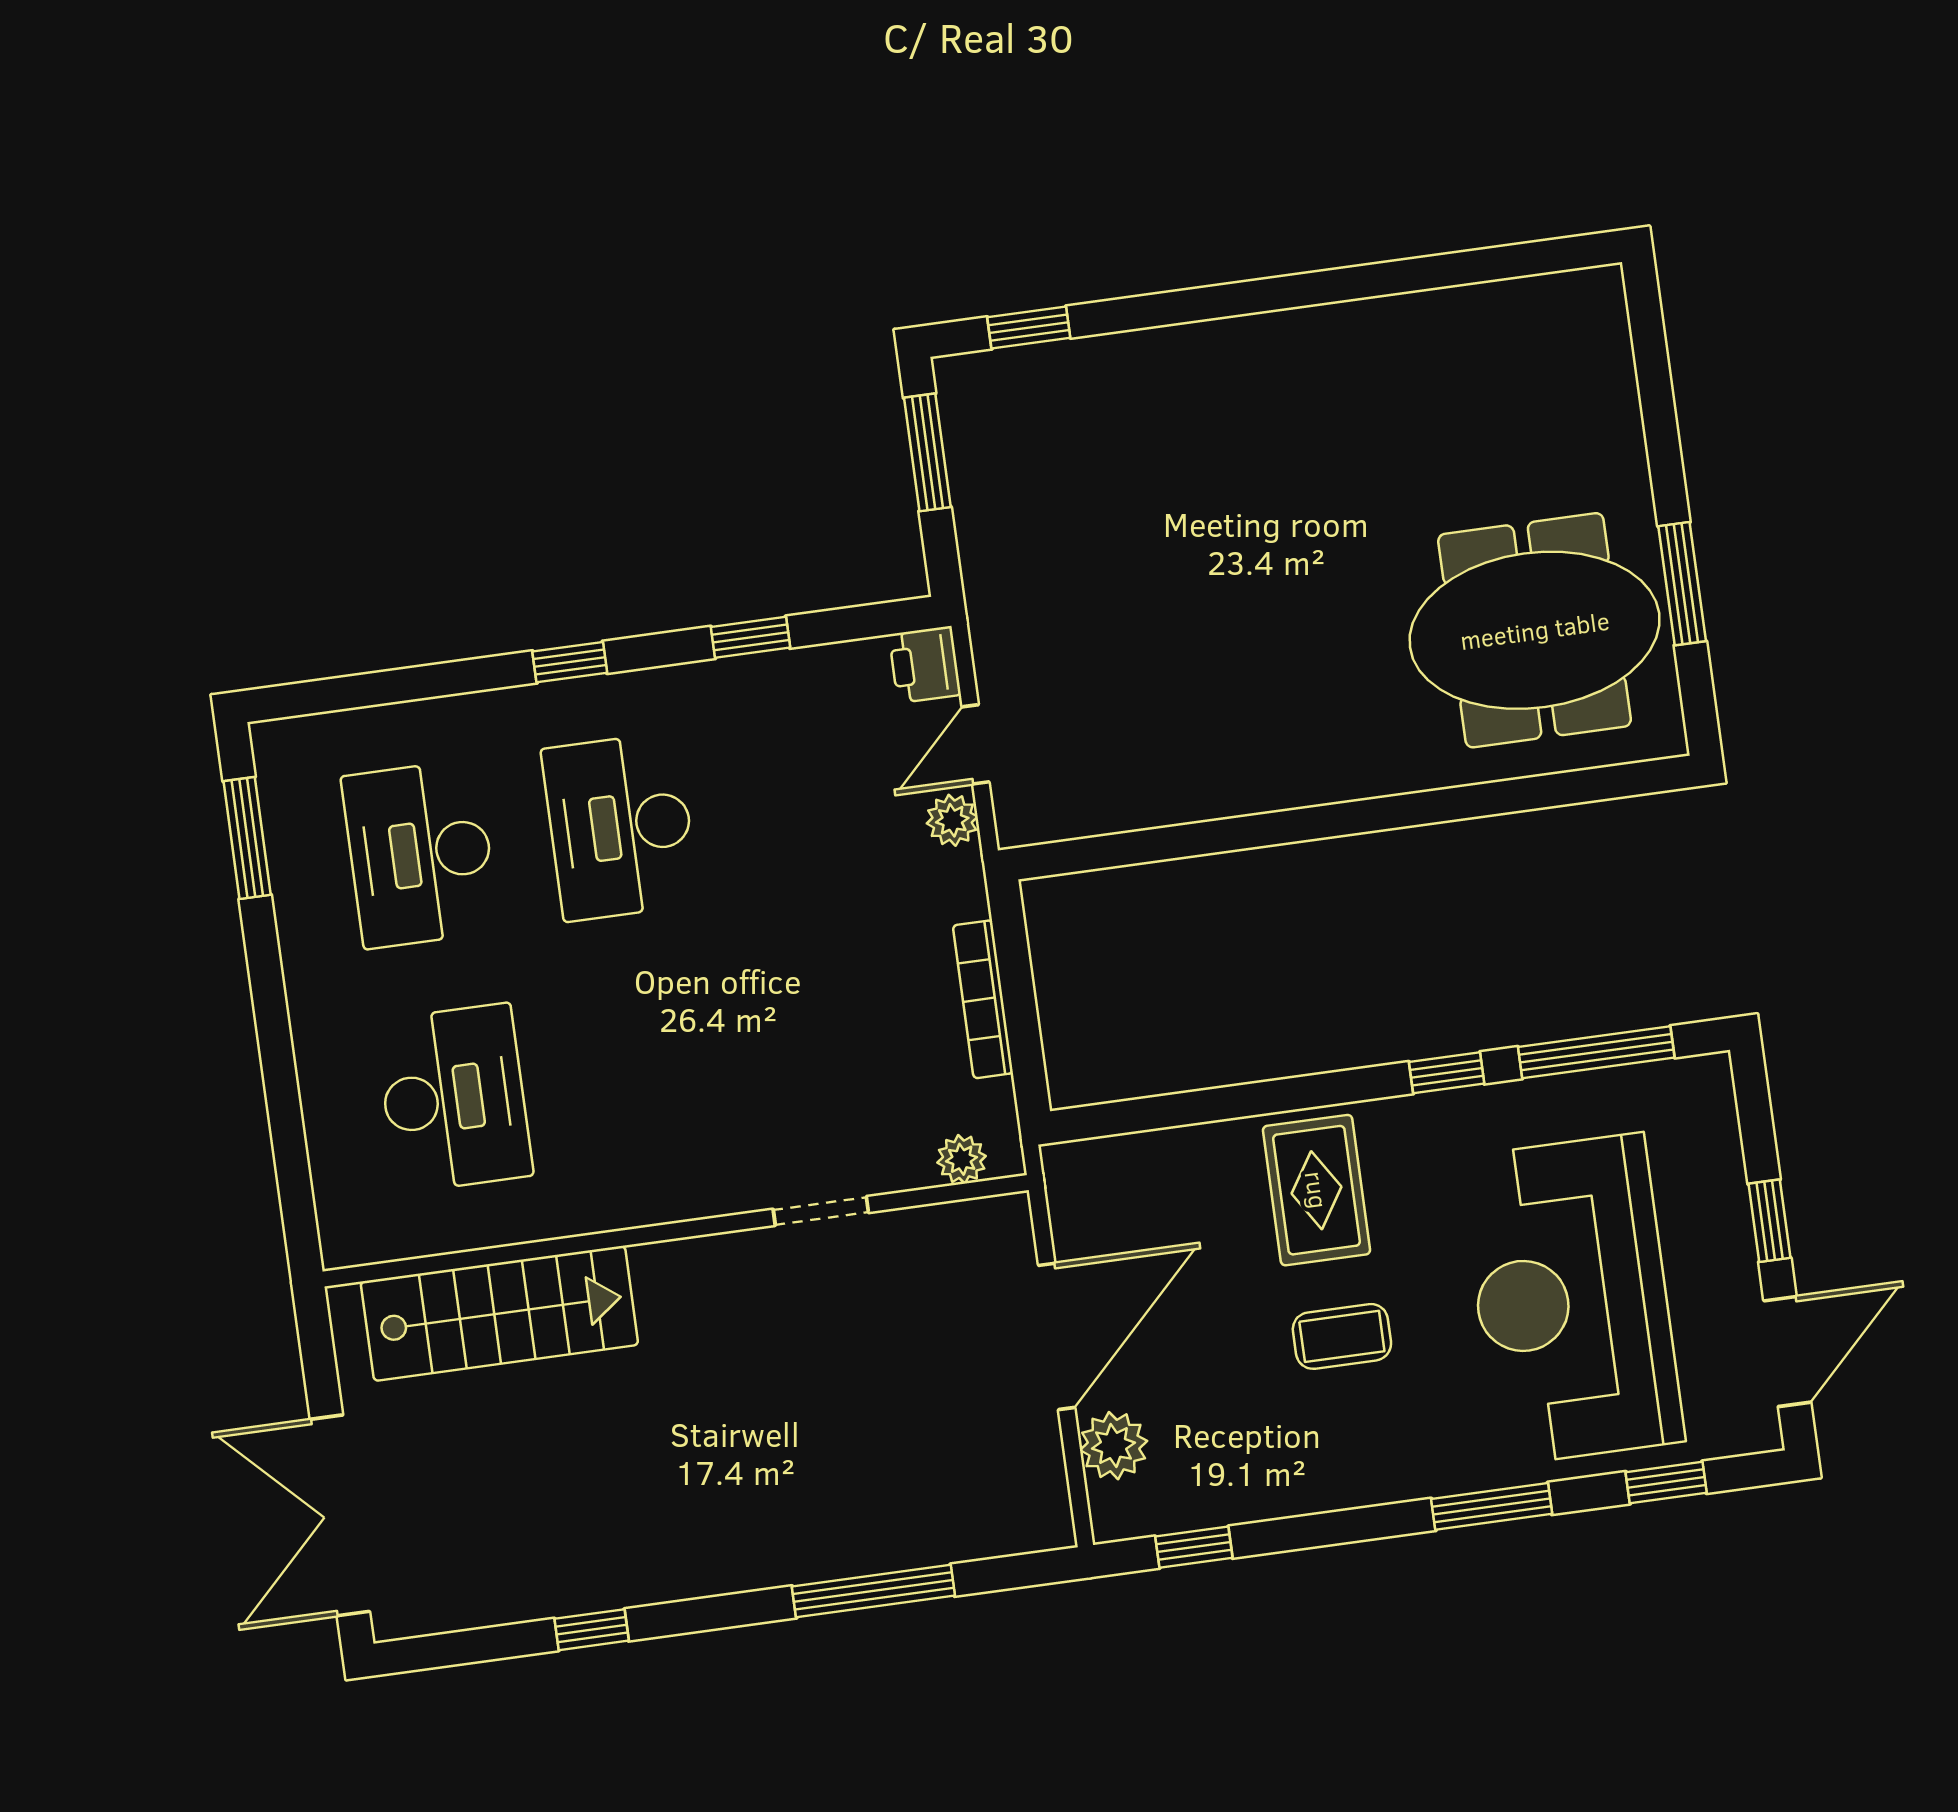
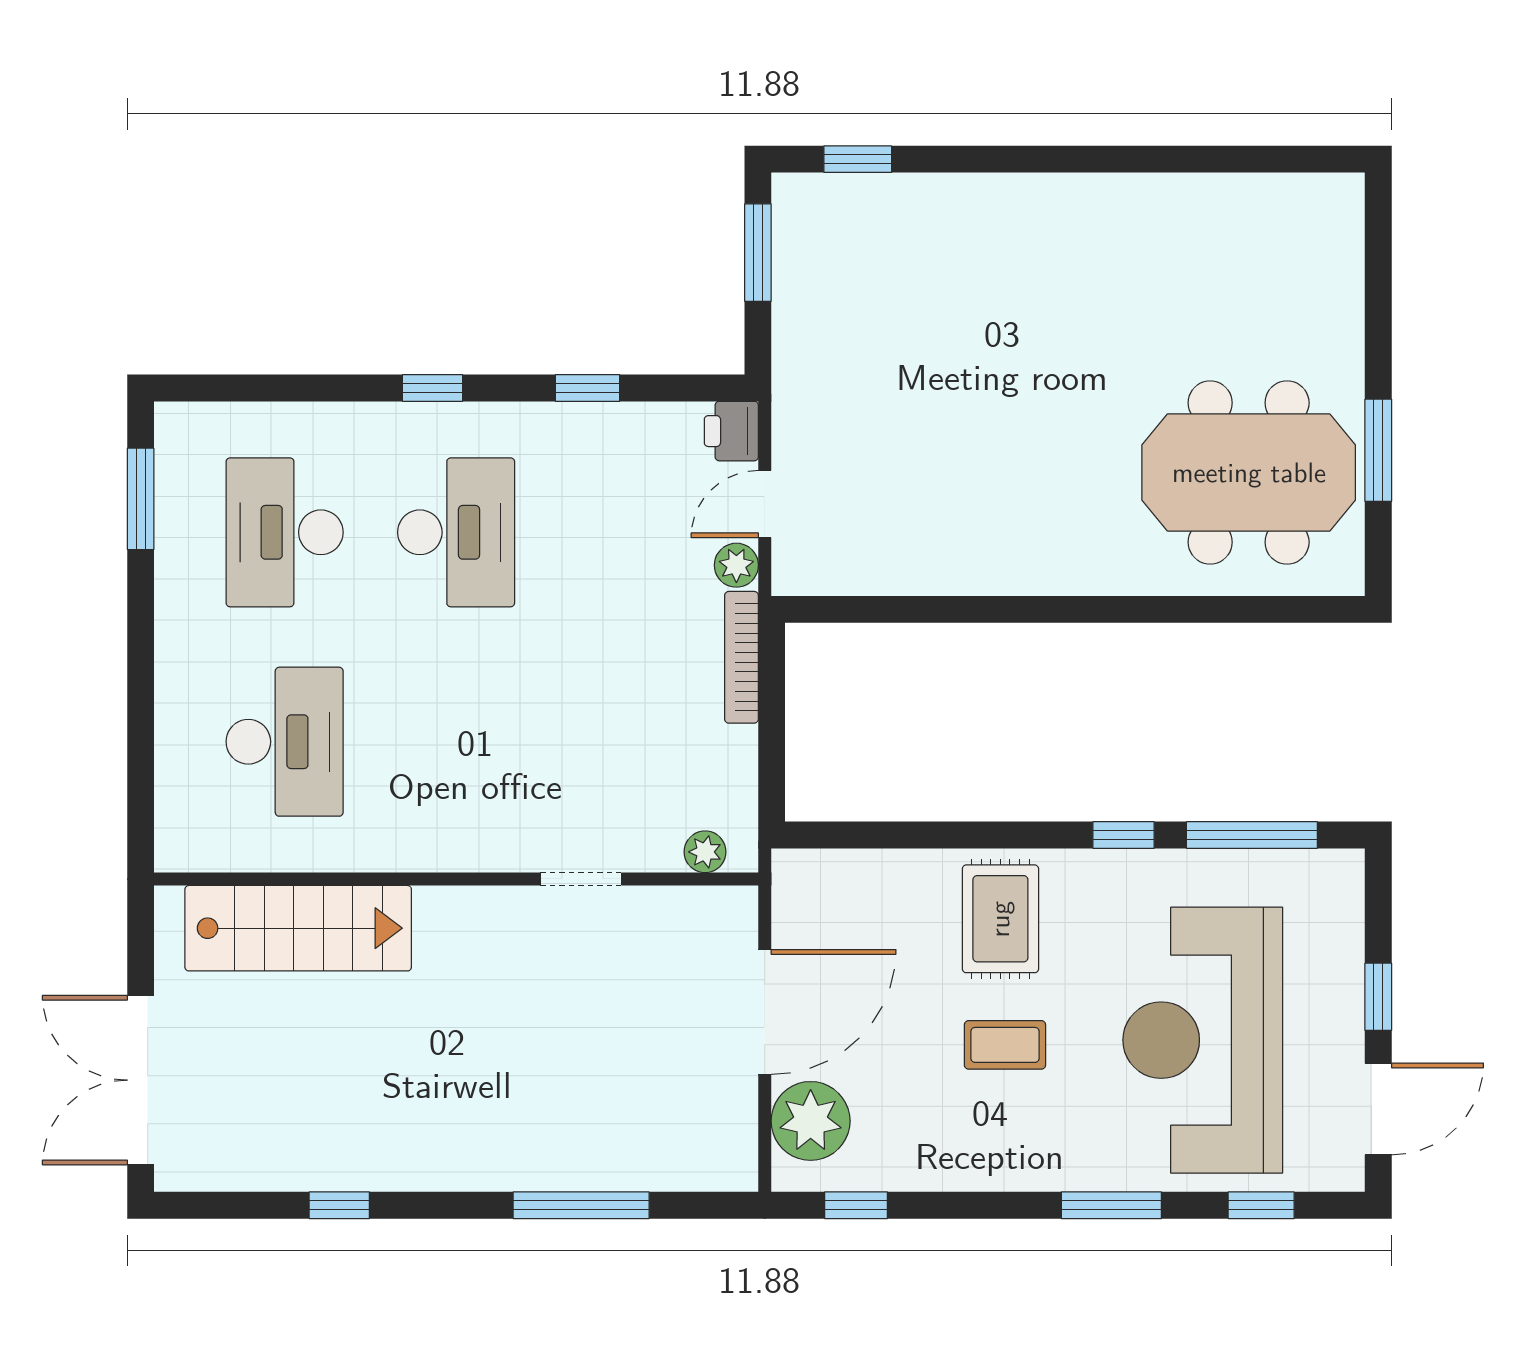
desk: (620, 827) -> (456, 532), turned 180
bookcase: (983, 999) -> (742, 657), moved
plant: (1114, 1446) -> (811, 1121), width x1.36, depth x1.36

